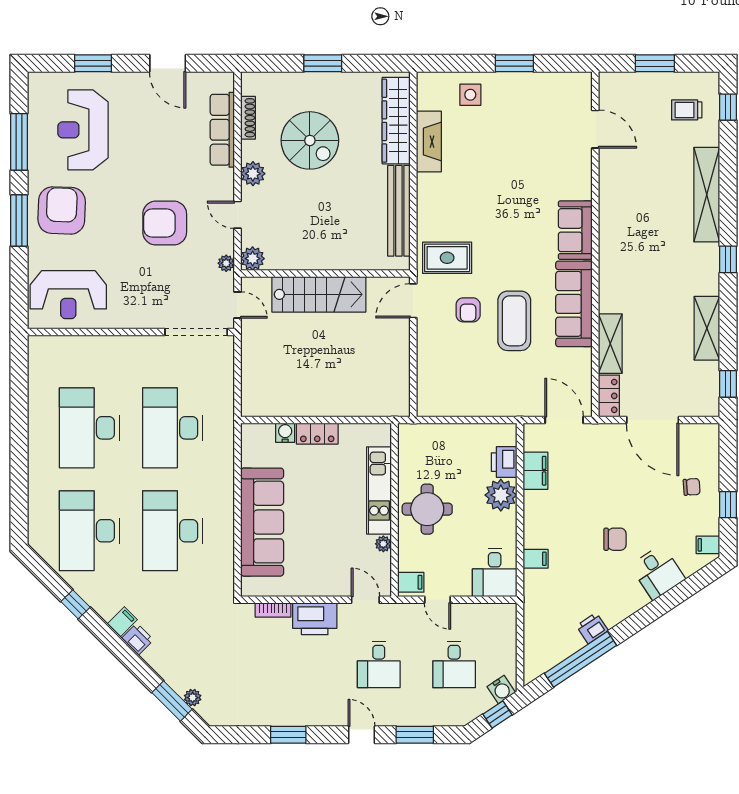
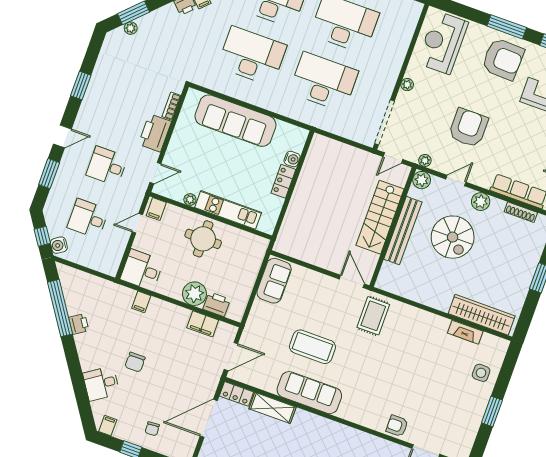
spiral stairs: (310, 140) -> (453, 237), moved, turned -90
fireplace: (429, 142) -> (465, 332), width x0.73, depth x0.76
bench: (399, 211) -> (403, 231), moved, turned 90
sofa: (575, 230) -> (274, 281), moved, turned 90
armchair: (468, 310) -> (397, 426), moved
plant: (138, 321) -> (407, 85), added

